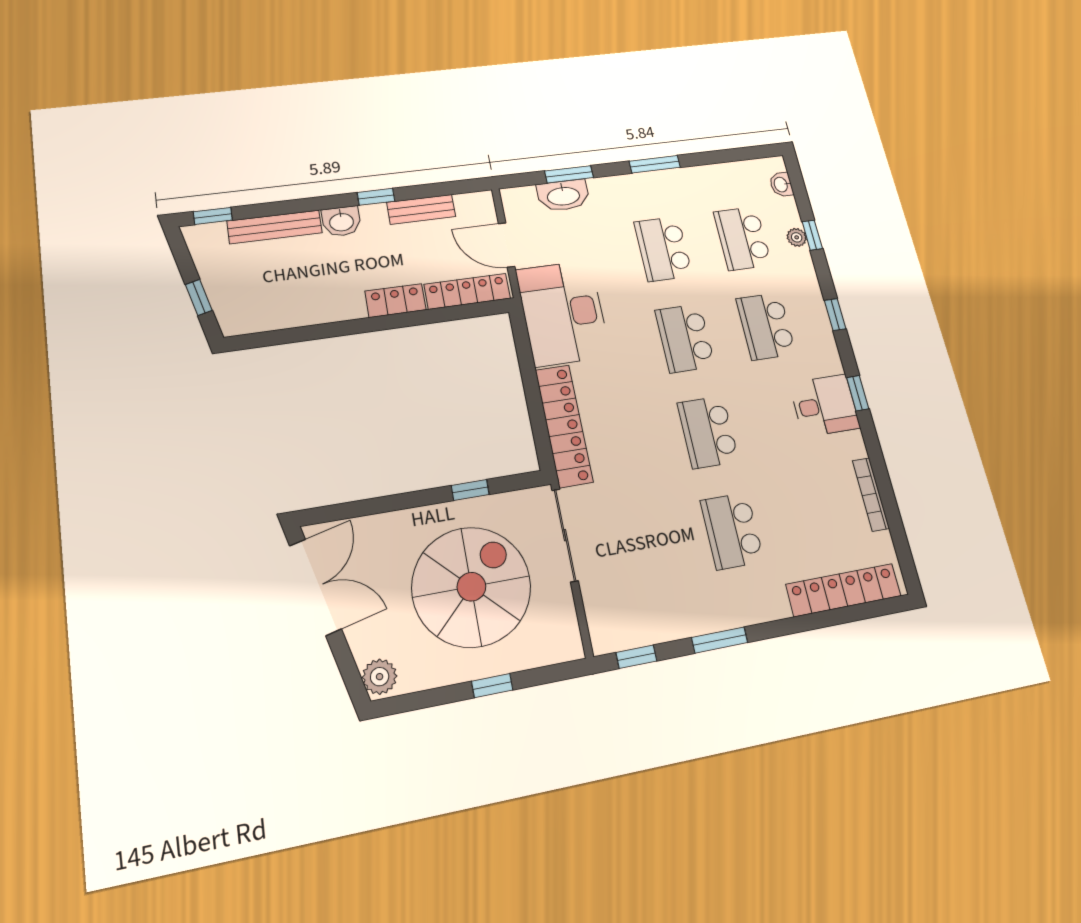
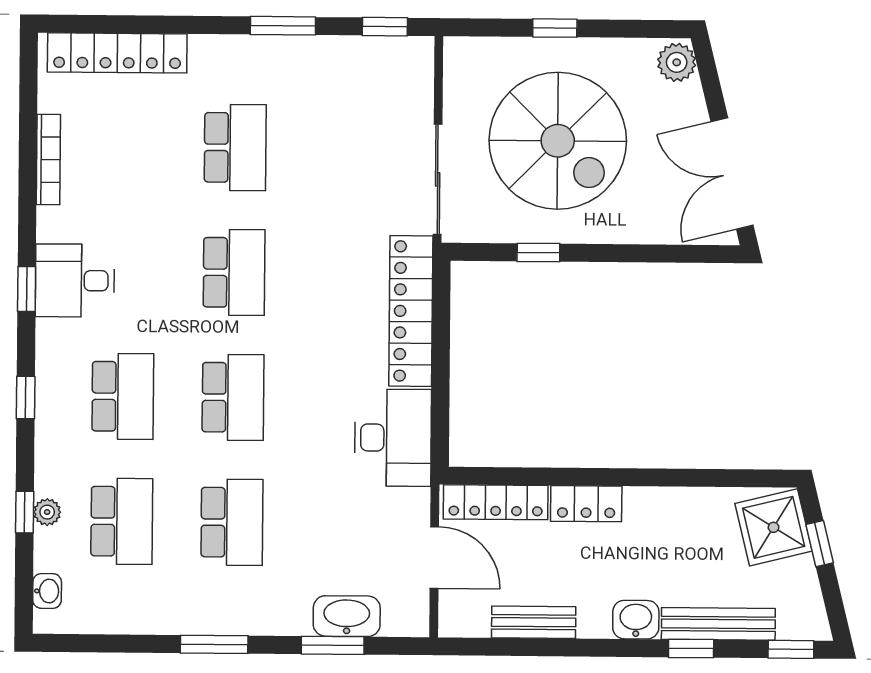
window: (376, 197) -> (691, 648), moved
shower: (239, 304) -> (774, 527), added
desk: (563, 313) -> (393, 438), width x0.73, depth x0.77
spiral stairs: (471, 587) -> (558, 141), turned -90

